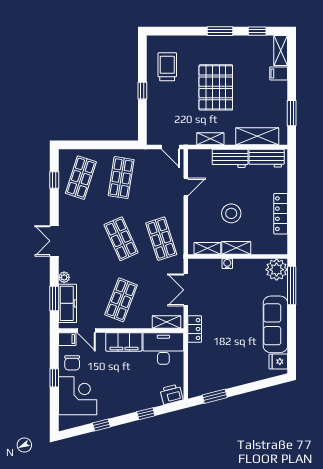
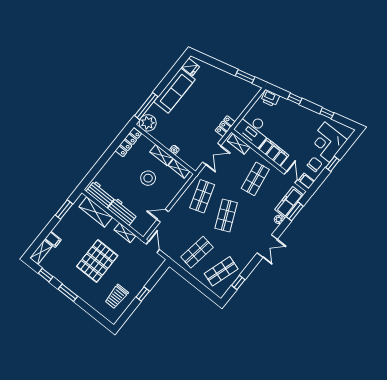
locker: (281, 214) -> (128, 142), moved
shop shelf: (121, 300) -> (255, 179), turned -30

